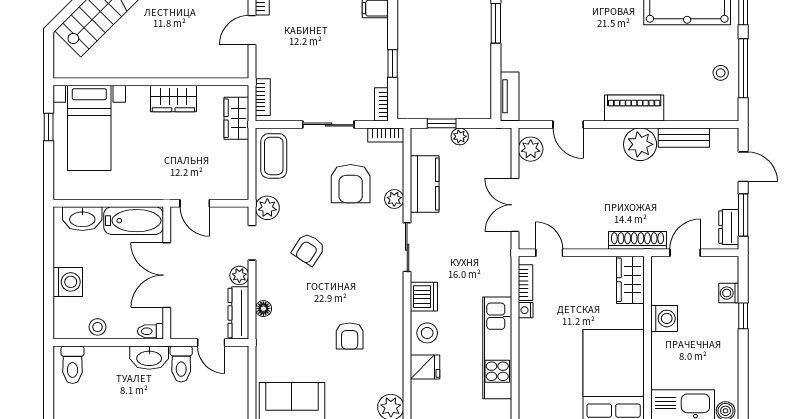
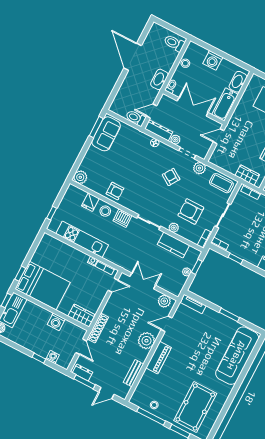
plant: (640, 144) -> (146, 341), moved
armchair: (350, 336) -> (115, 191), moved, turned 180
toilet: (181, 364) -> (136, 118), moved

